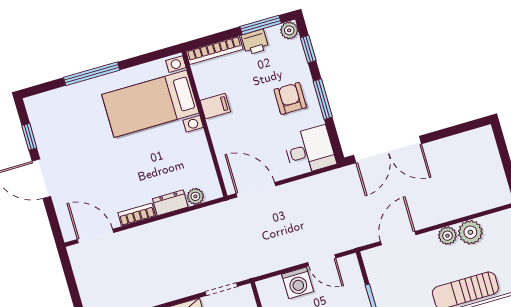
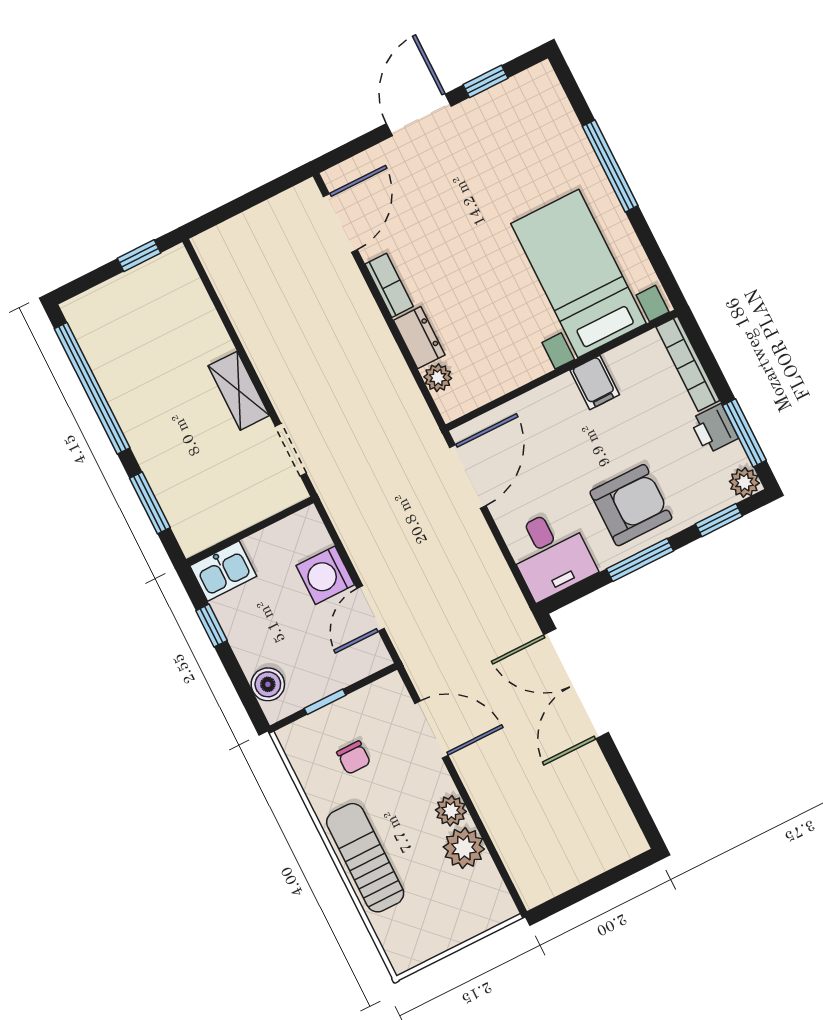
armchair: (290, 98) -> (631, 505), width x1.38, depth x1.38
chair: (406, 286) -> (354, 758), added

